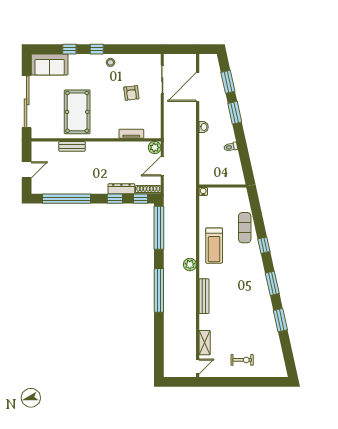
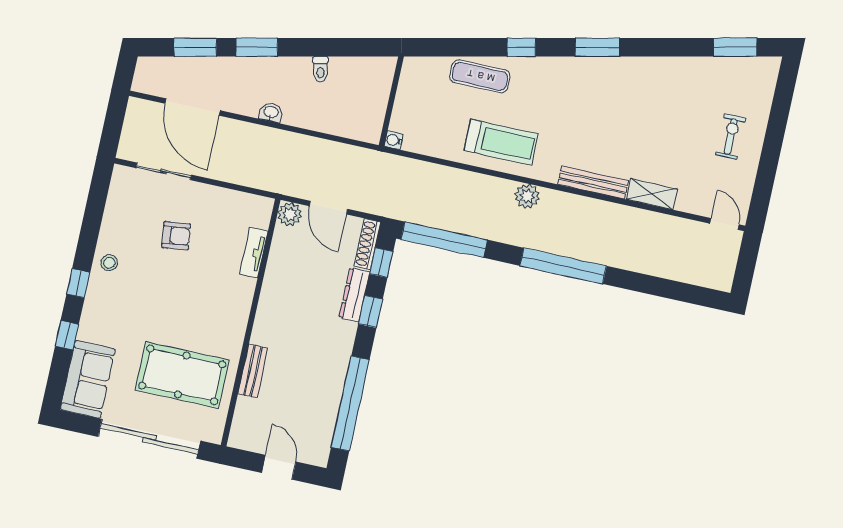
pool table: (77, 112) -> (182, 375), moved
window: (280, 320) -> (735, 47), moved
shelving: (205, 343) -> (652, 194), moved

